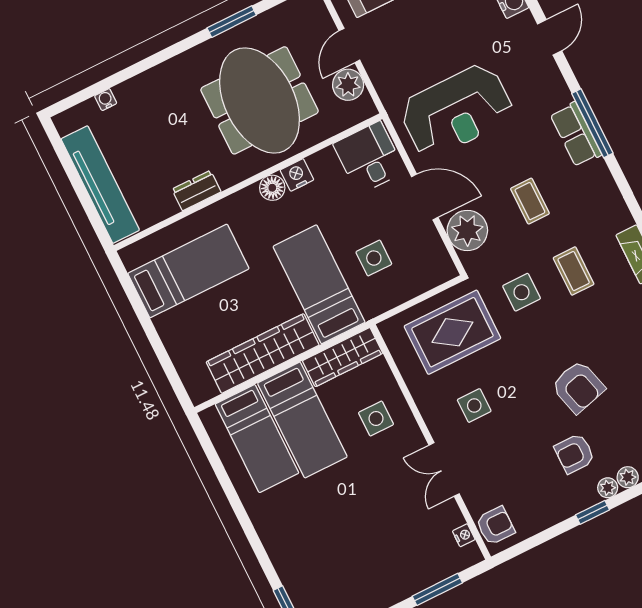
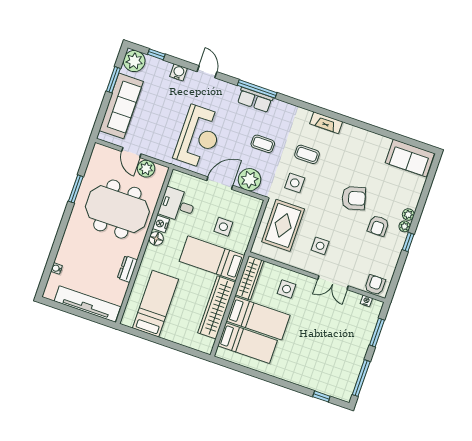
desk: (369, 158) -> (177, 205), moved

